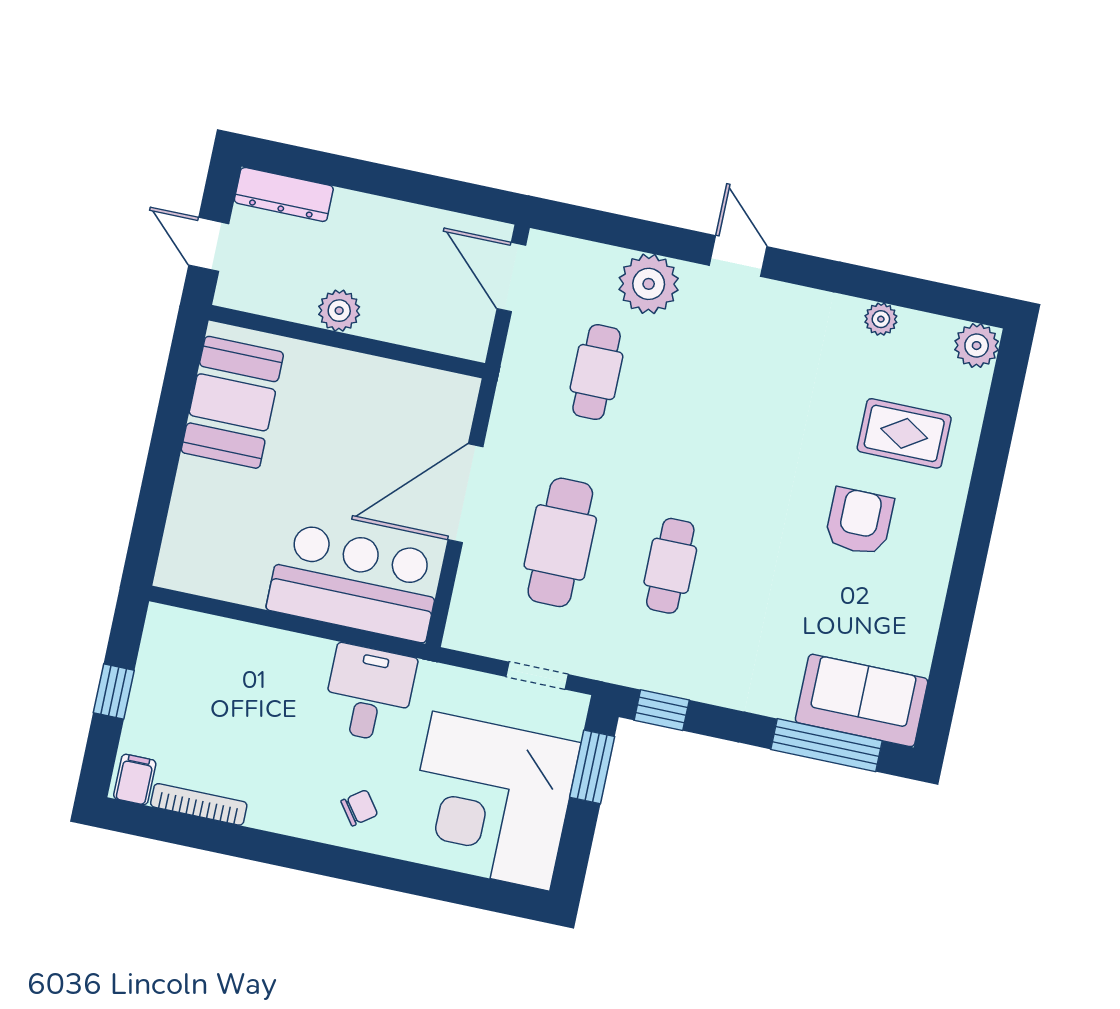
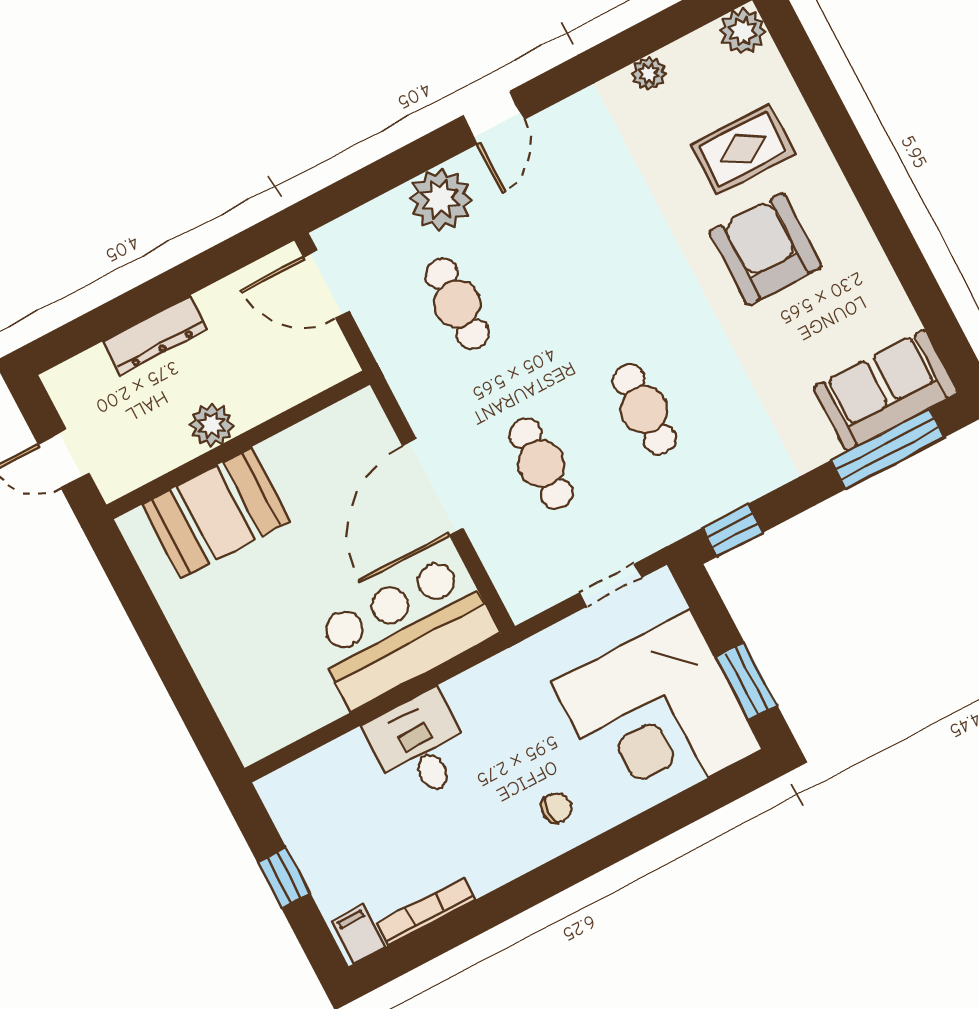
dresser: (284, 194) -> (155, 335), moved
door: (738, 256) -> (493, 118), swing flipped
booth: (232, 402) -> (216, 513), moved, turned 90
armchair: (859, 521) -> (765, 249), width x1.36, depth x1.36
cafe table: (560, 542) -> (541, 464), width x0.73, depth x0.74
desk: (369, 693) -> (419, 747), moved
window: (592, 767) -> (746, 681), moved
chair: (359, 808) -> (557, 808), turned 36

